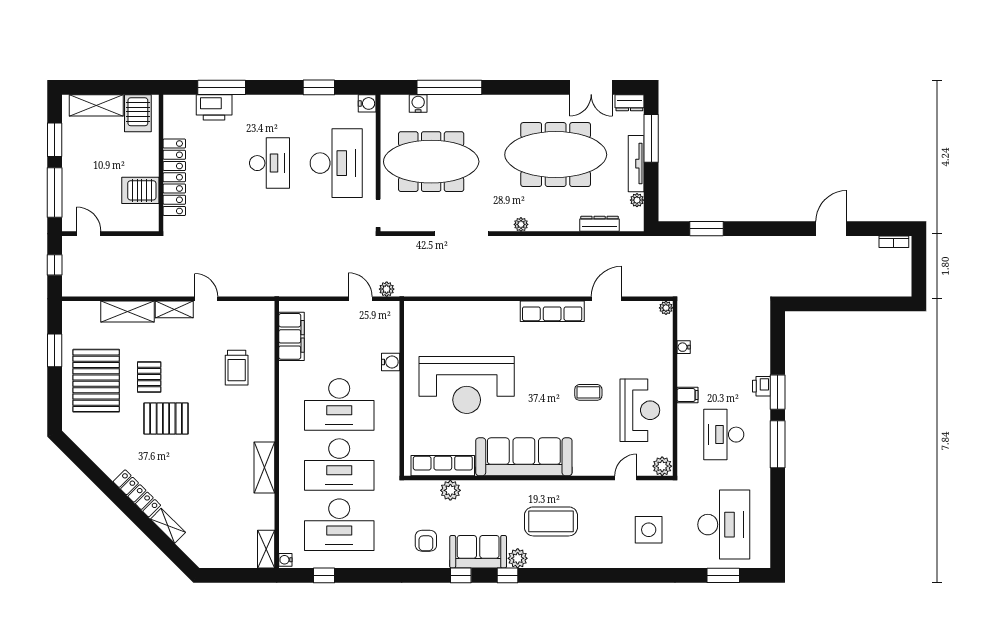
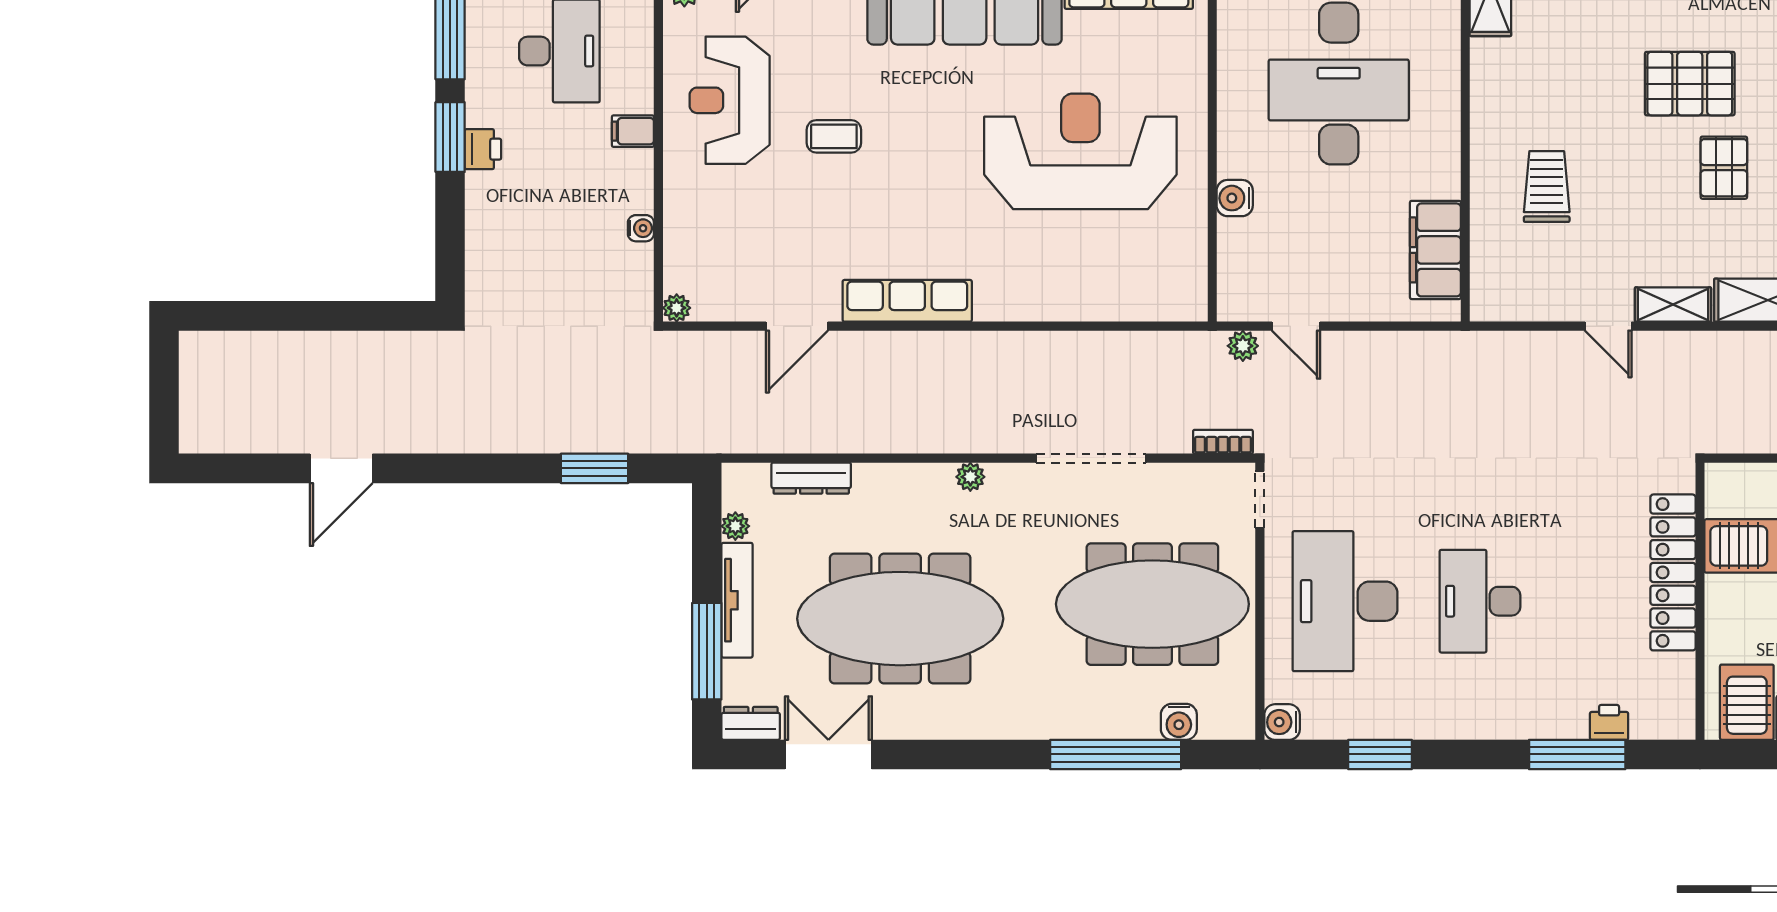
printer: (214, 107) -> (1609, 722), width x0.53, depth x0.68
bookcase: (894, 242) -> (1223, 442), moved

